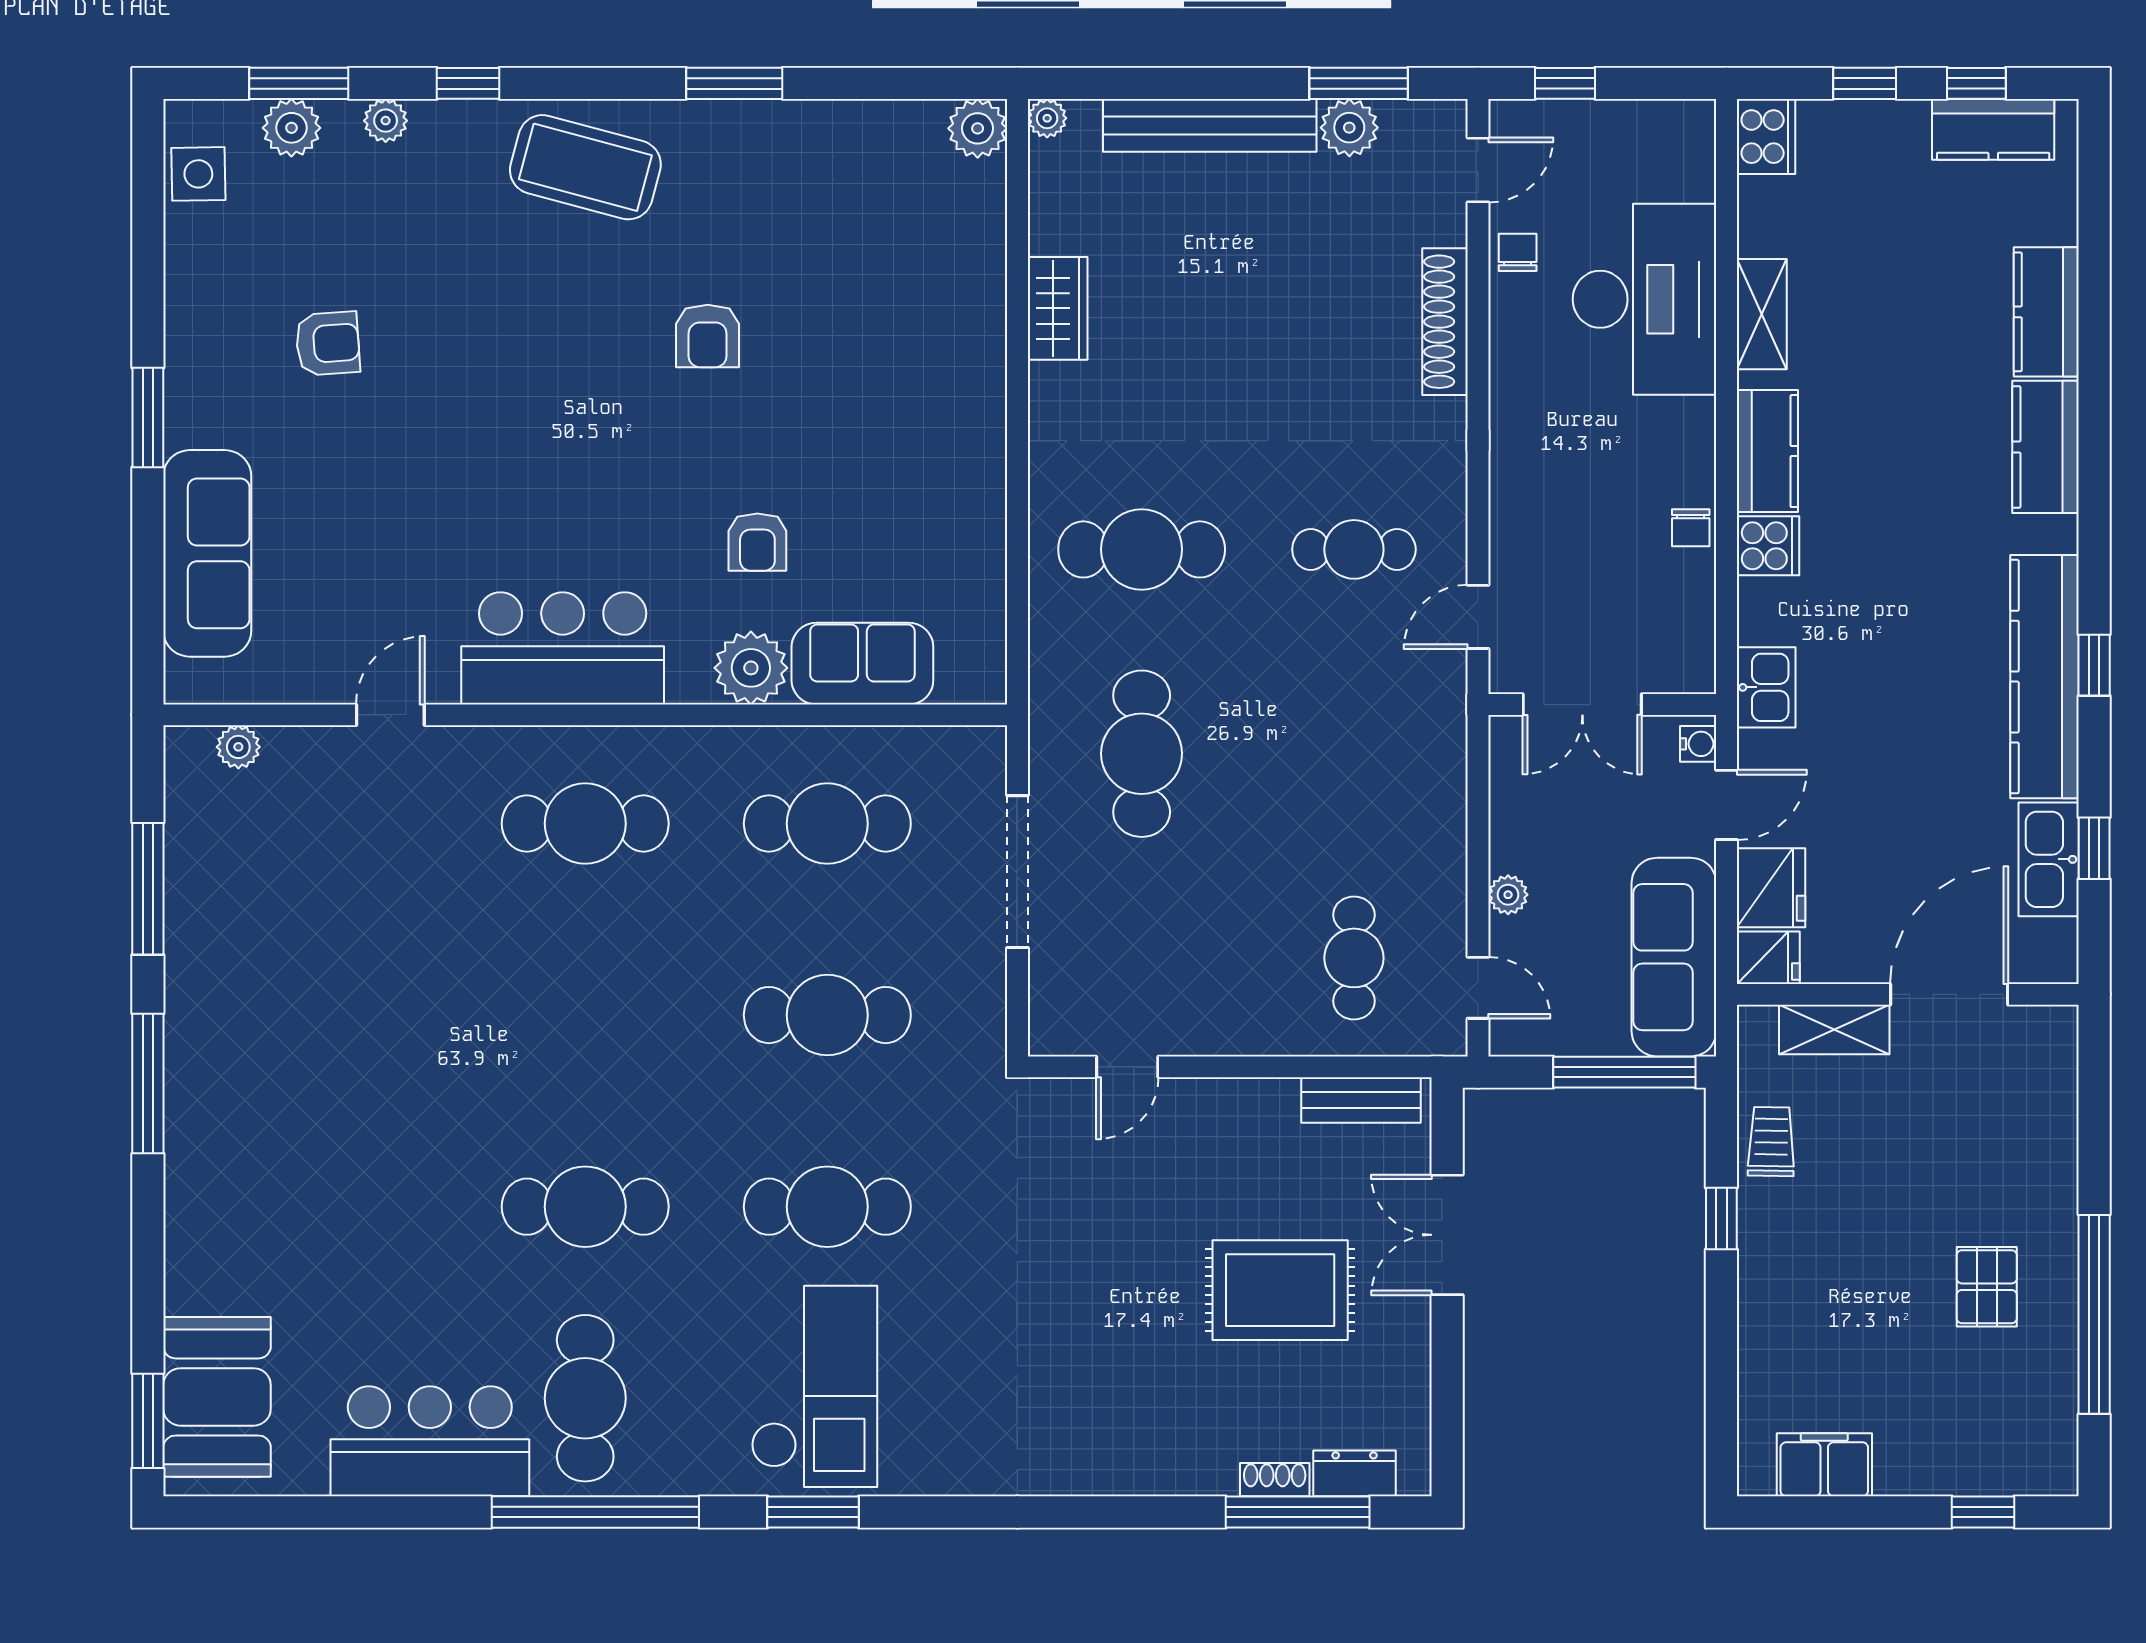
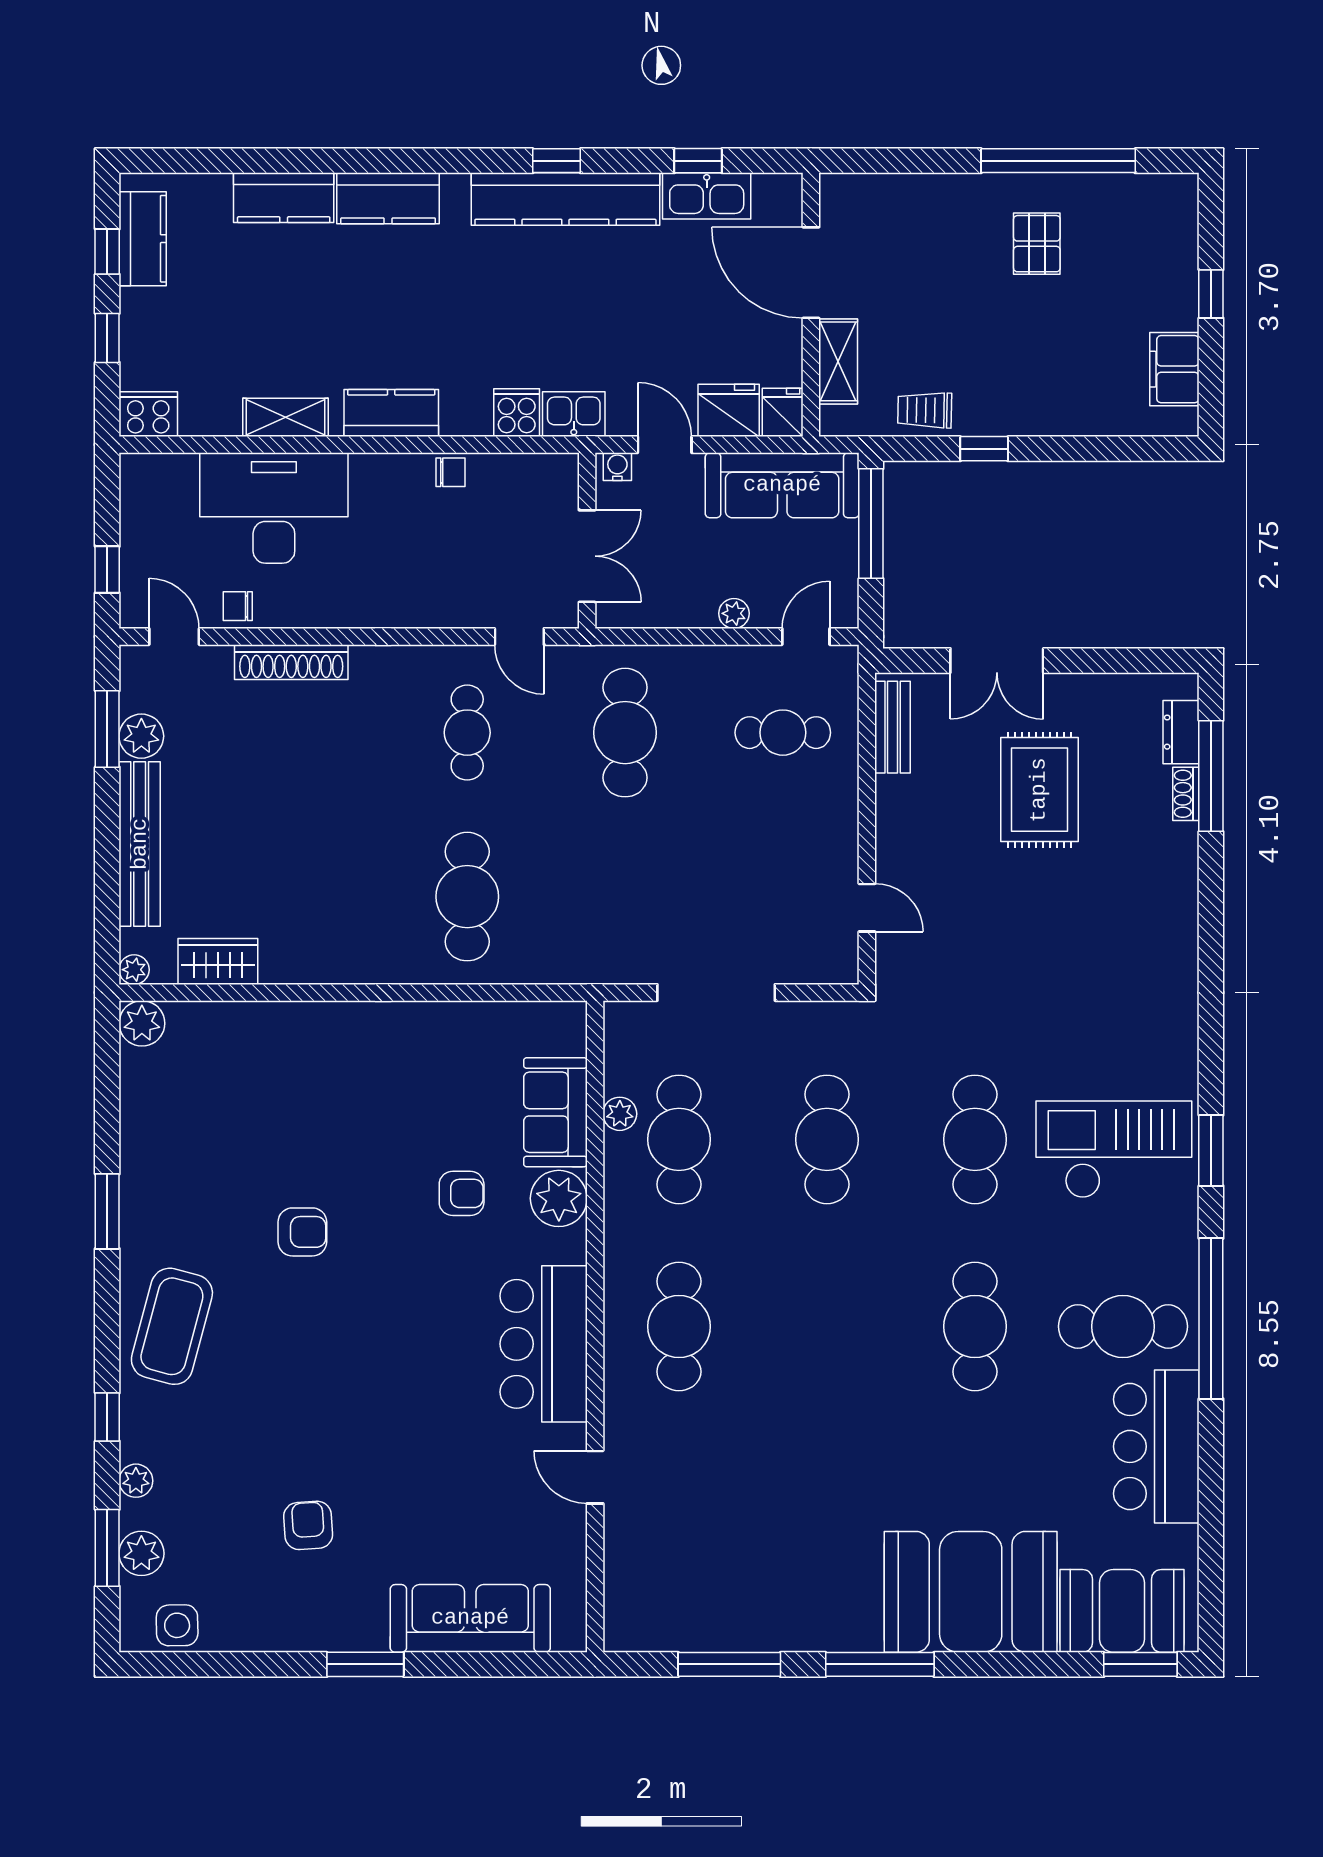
wardrobe: (1058, 308) -> (218, 961), moved
cooker: (1768, 546) -> (517, 413), moved
plant: (238, 747) -> (620, 1114), moved
cafe table: (1142, 754) -> (625, 733), moved, turned 90
booth: (242, 1201) -> (971, 1592), added
pallet: (1987, 1287) -> (1037, 244), turned 90
window: (1983, 1512) -> (1211, 294), moved

